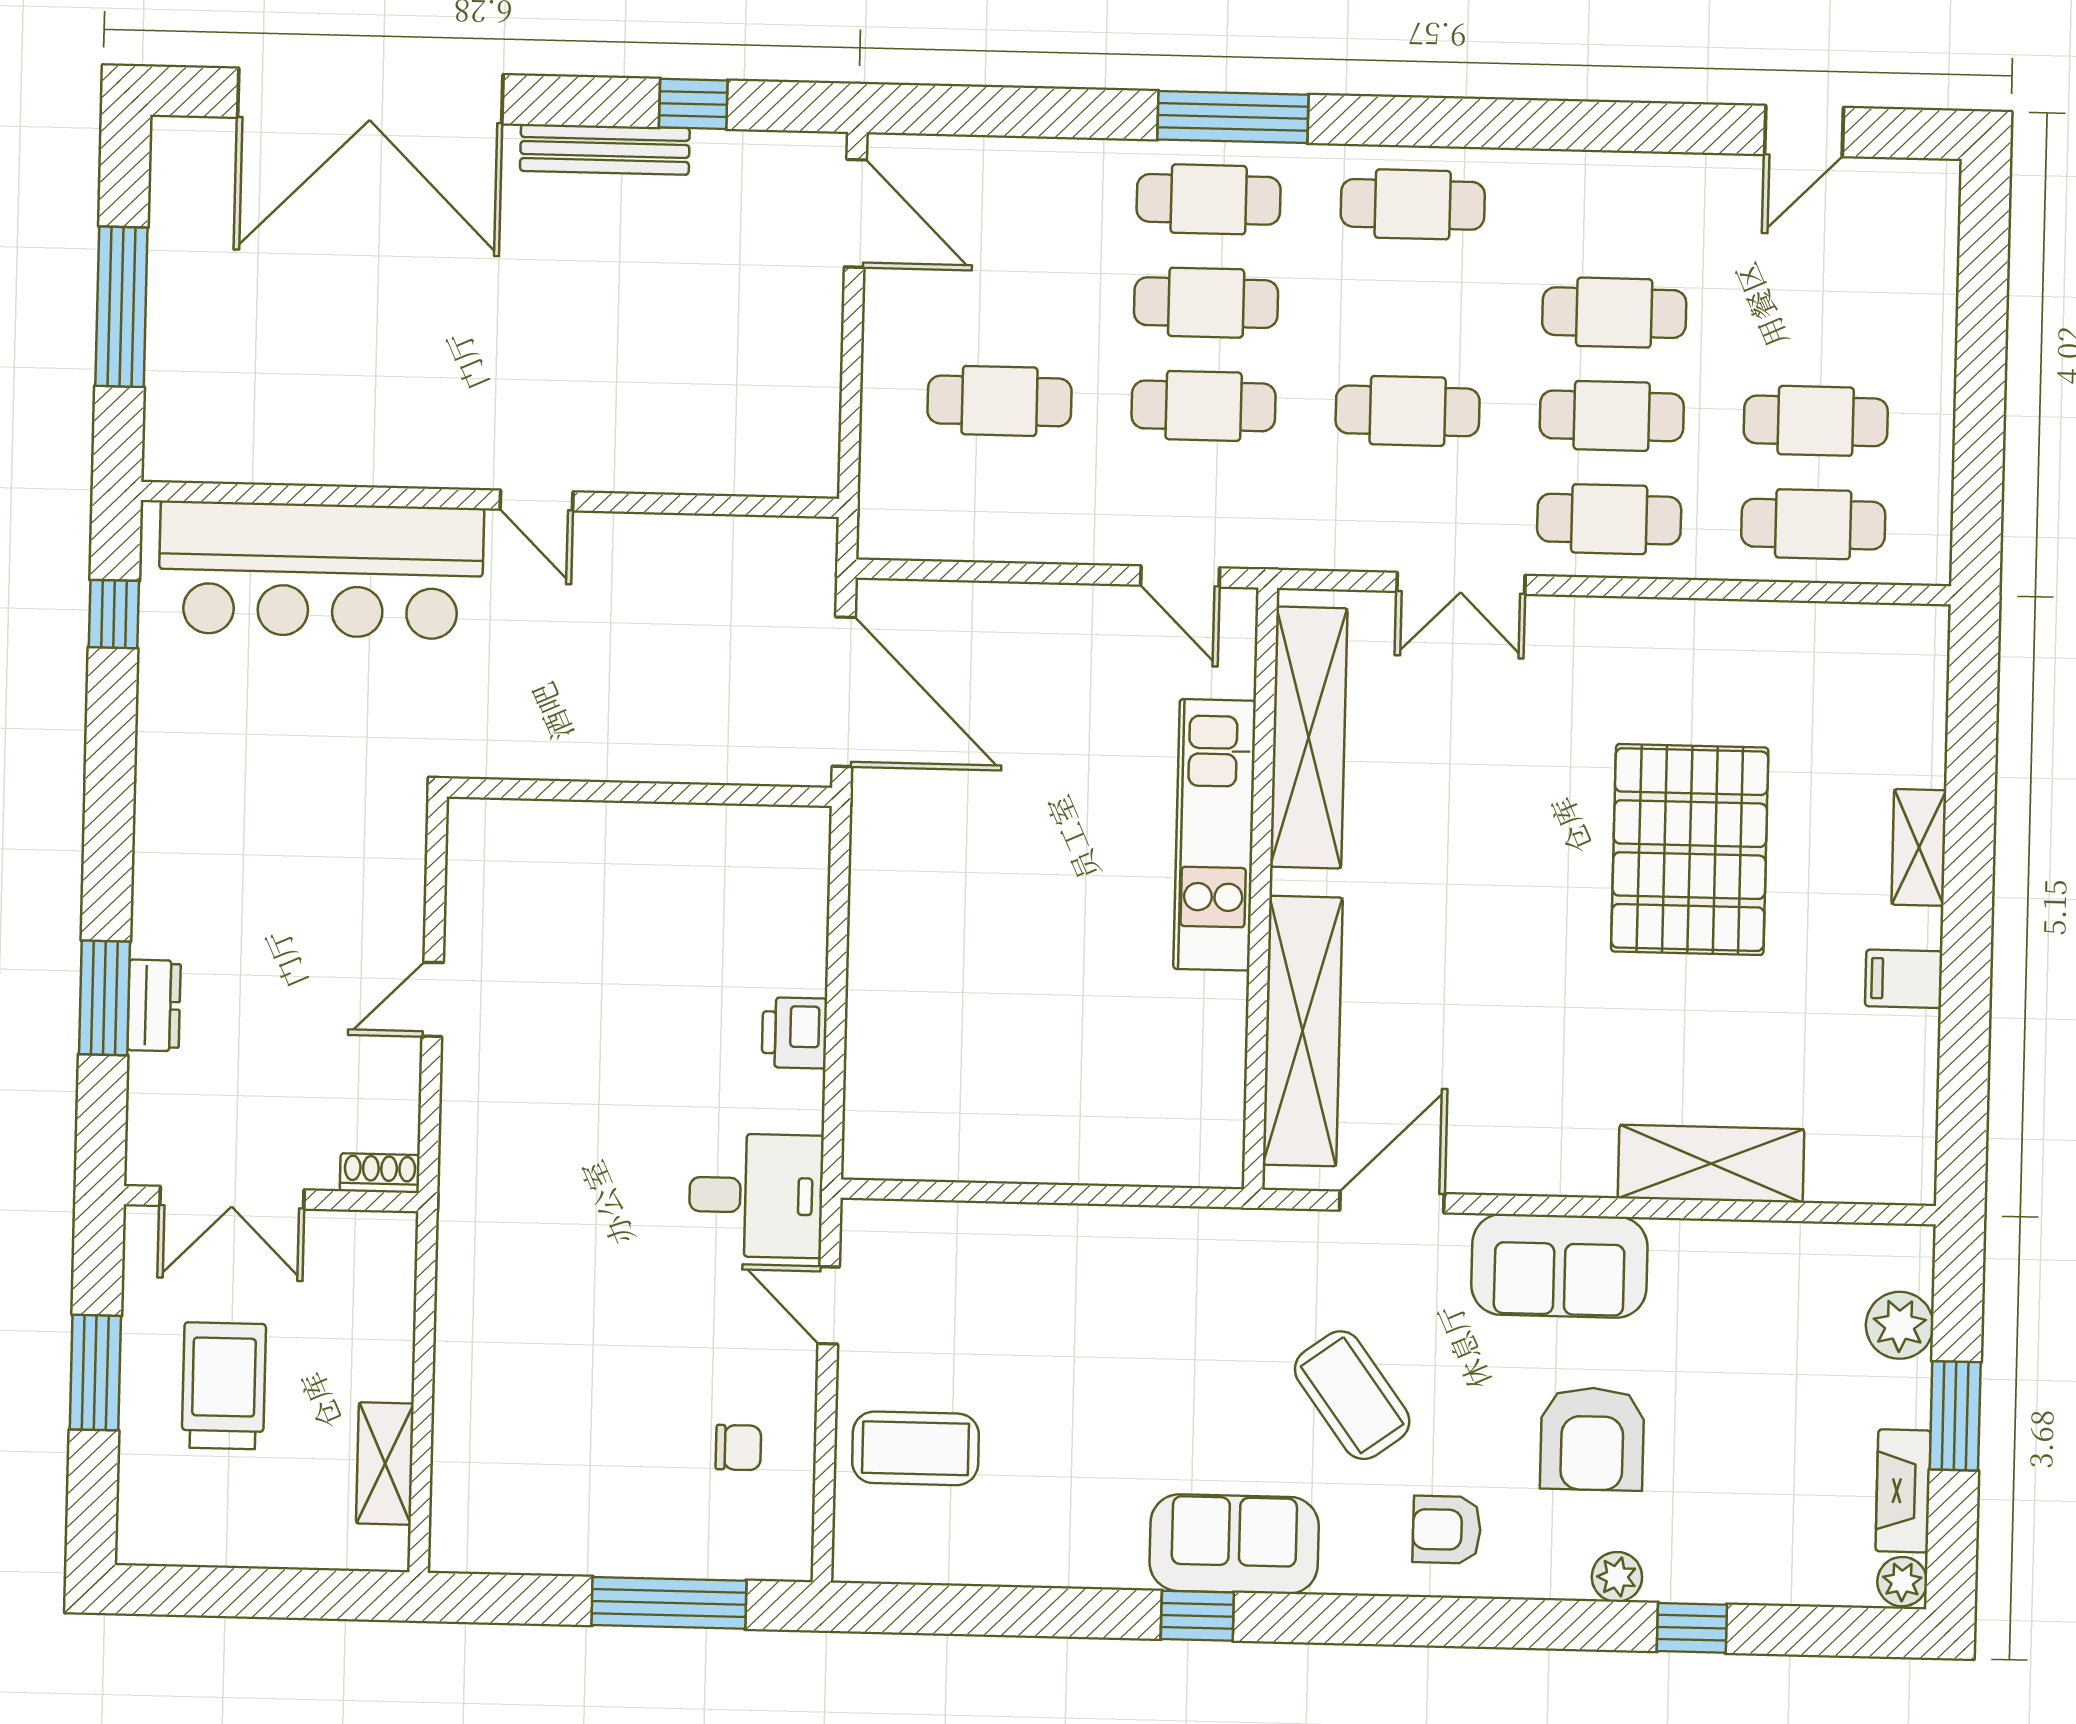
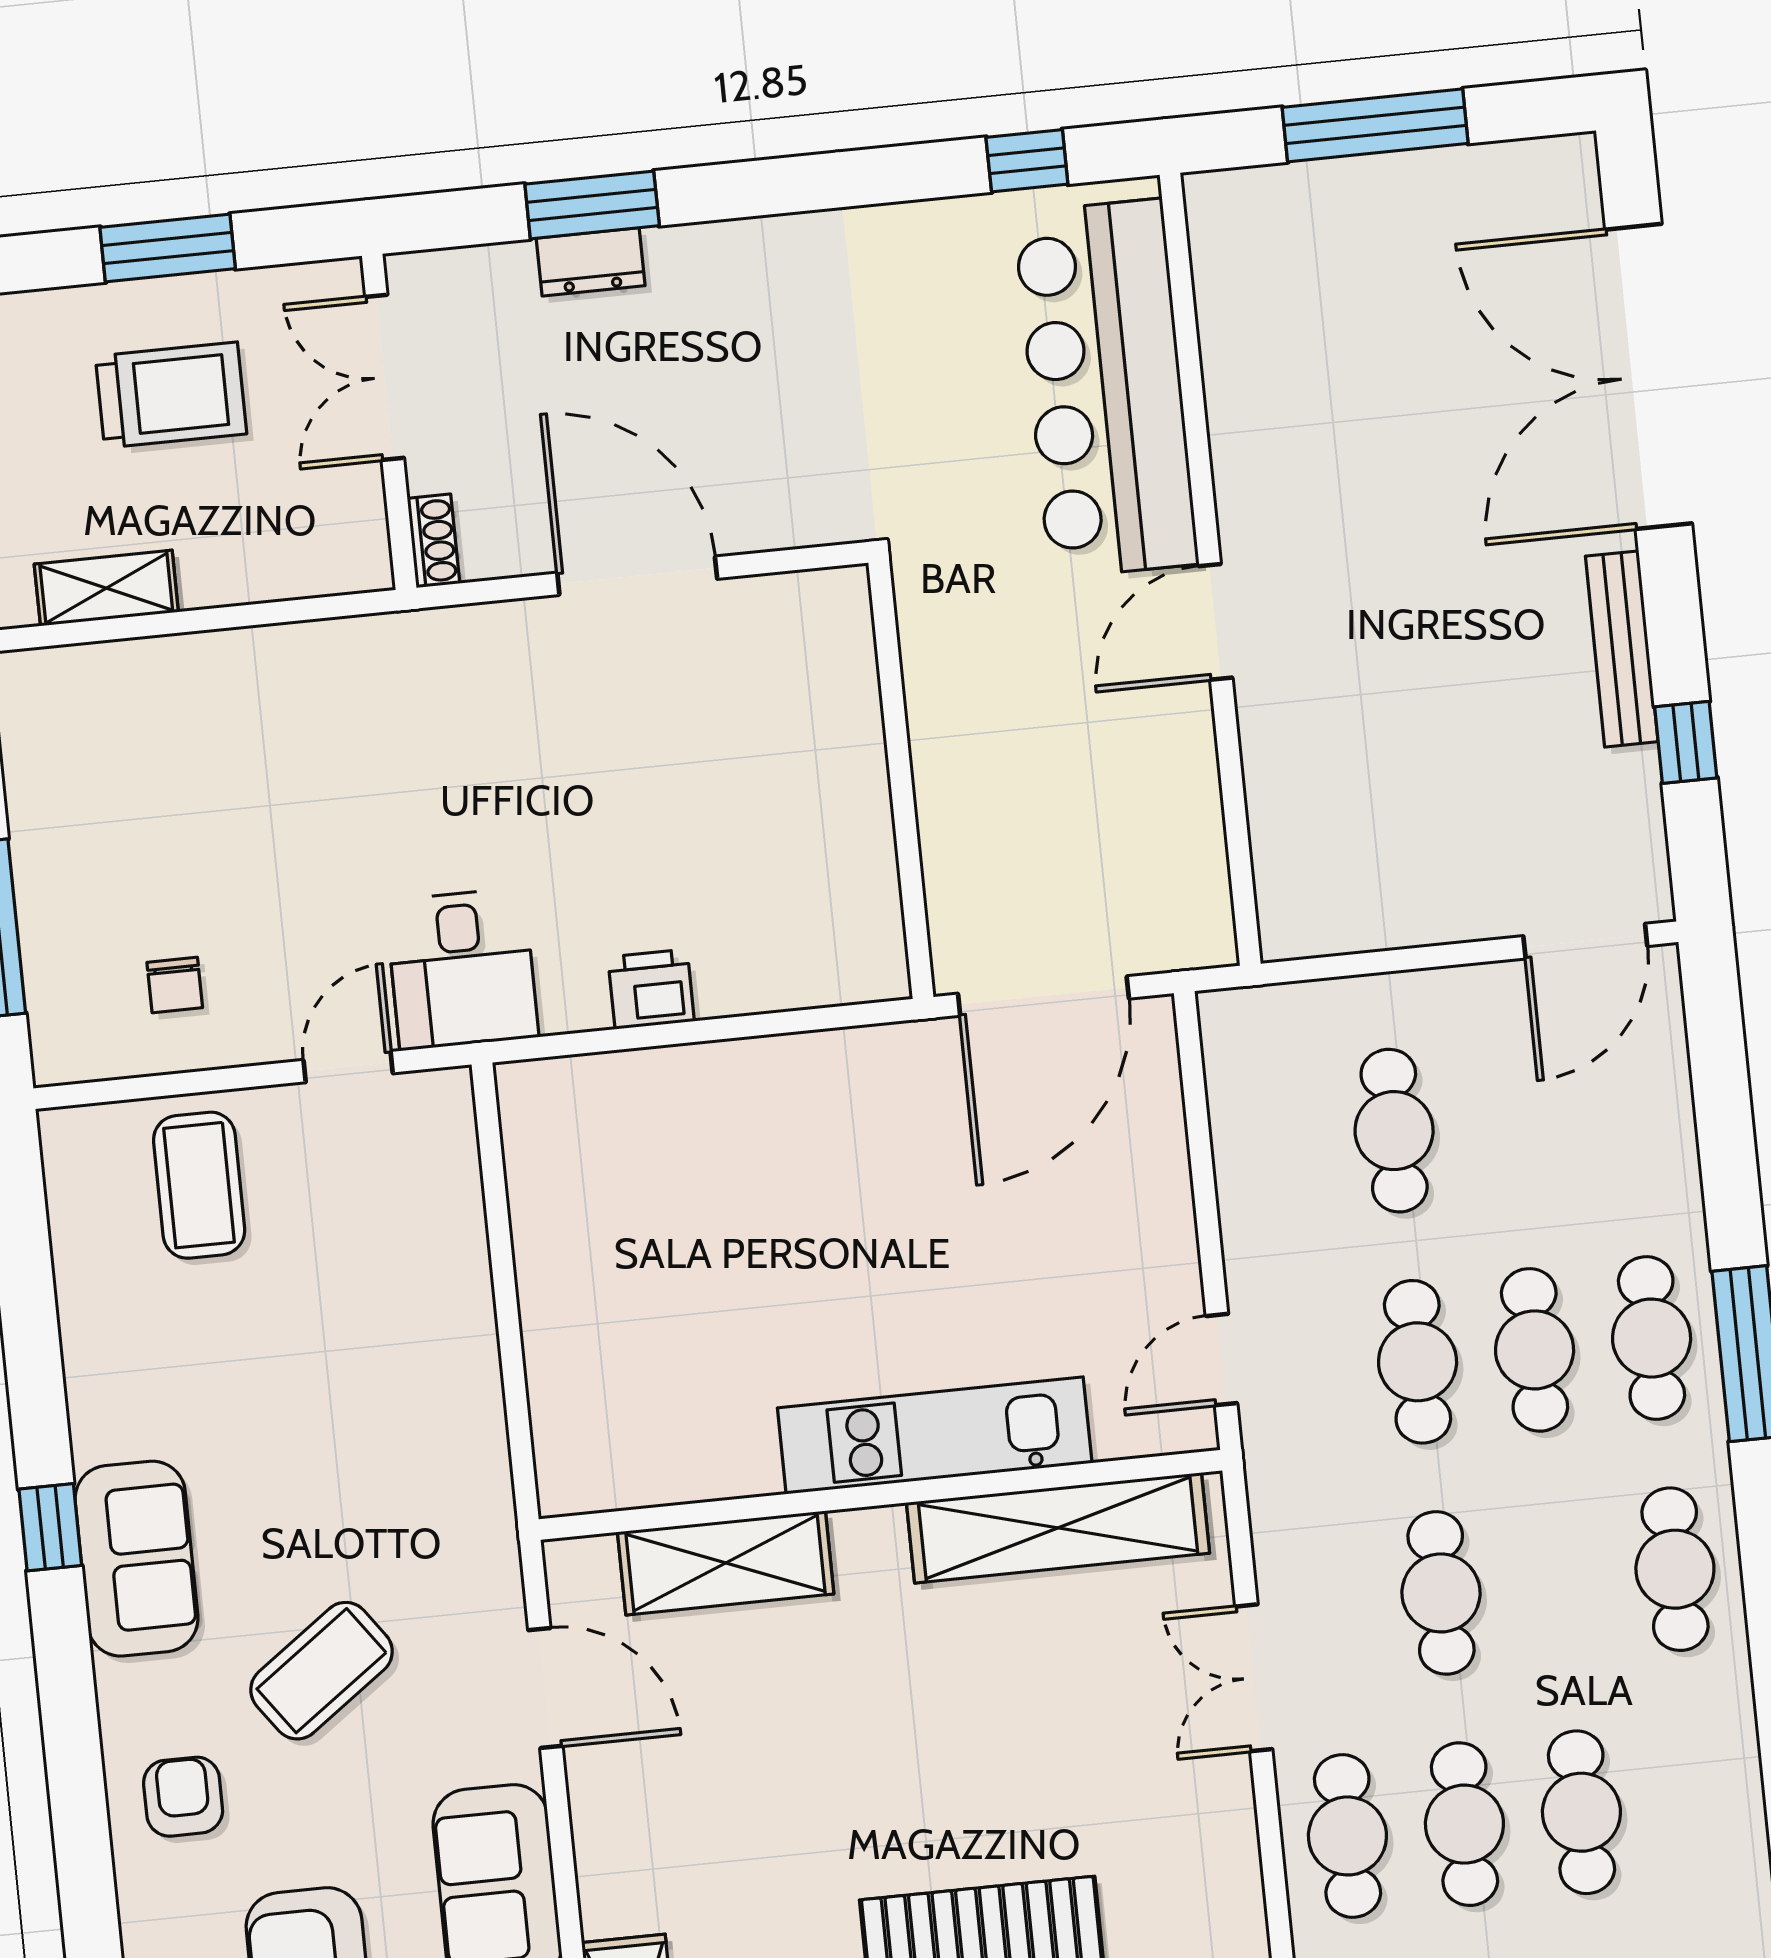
door: (537, 501) -> (1215, 622), width x1.38
door: (433, 999) -> (637, 576), width x1.88
shelving: (1303, 1031) -> (726, 1563), width x0.68

